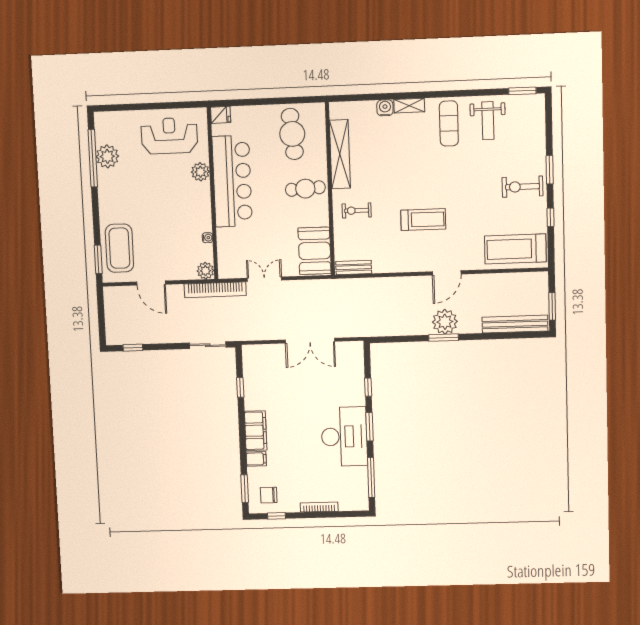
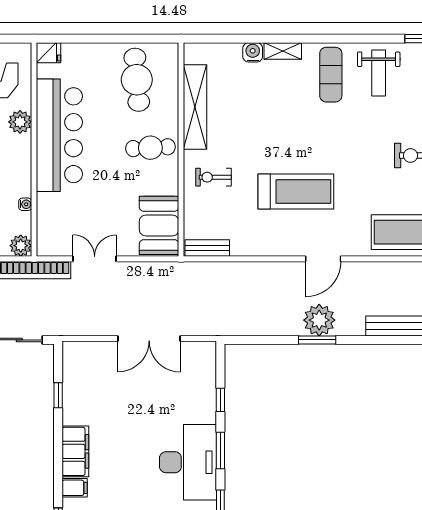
treadmill: (423, 220) -> (296, 191), width x1.37, depth x1.38

